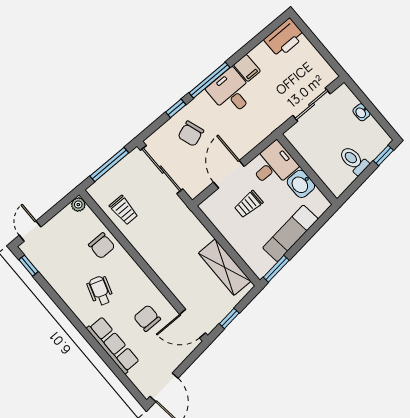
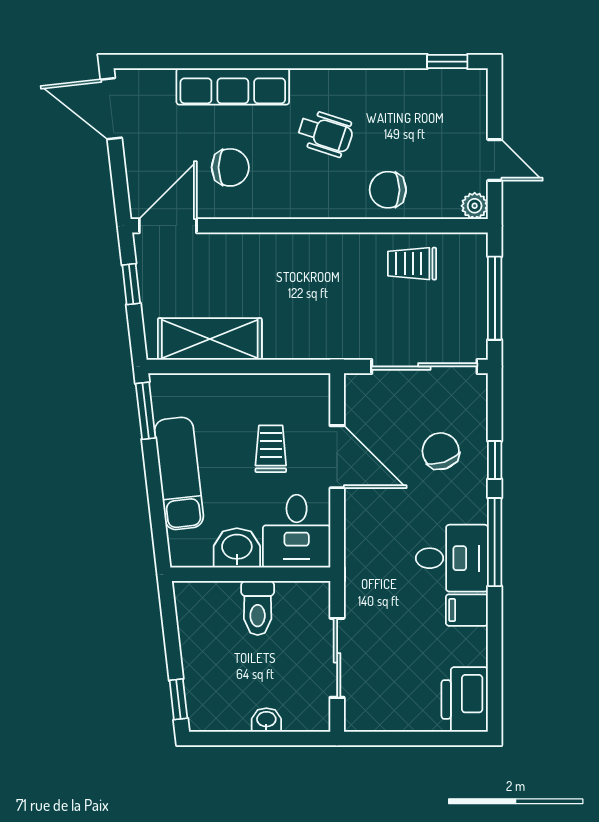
toilet: (354, 160) -> (258, 608), moved, turned 96
door: (30, 231) -> (495, 160), moved

